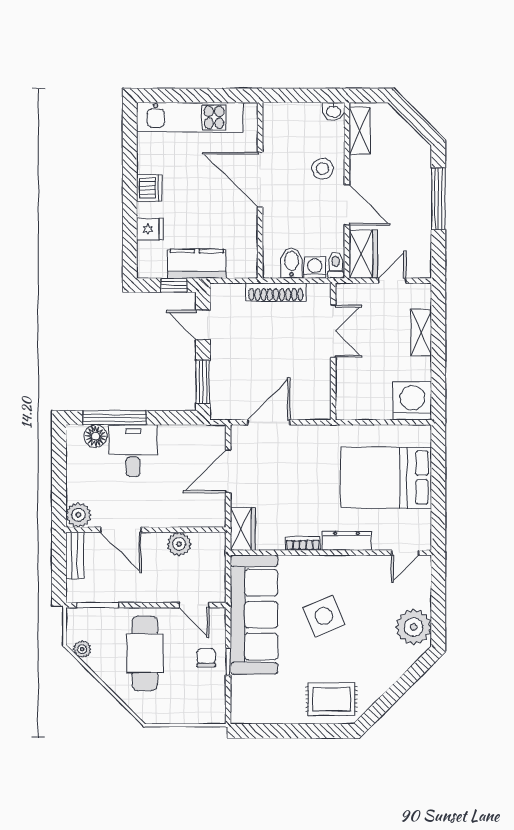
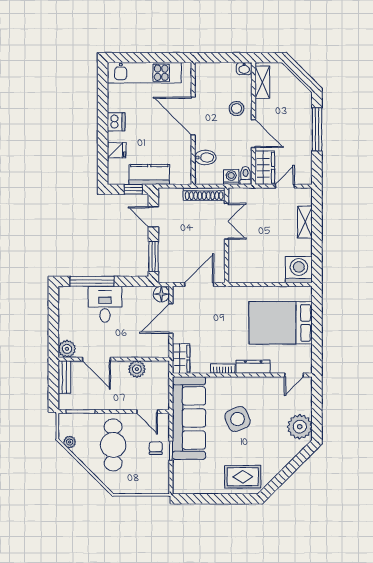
bidet: (292, 263) -> (205, 157), moved, turned 90
double door: (333, 331) -> (226, 221), moved
wall: (333, 351) -> (226, 235), moved
floor lamp: (96, 436) -> (161, 294), moved

